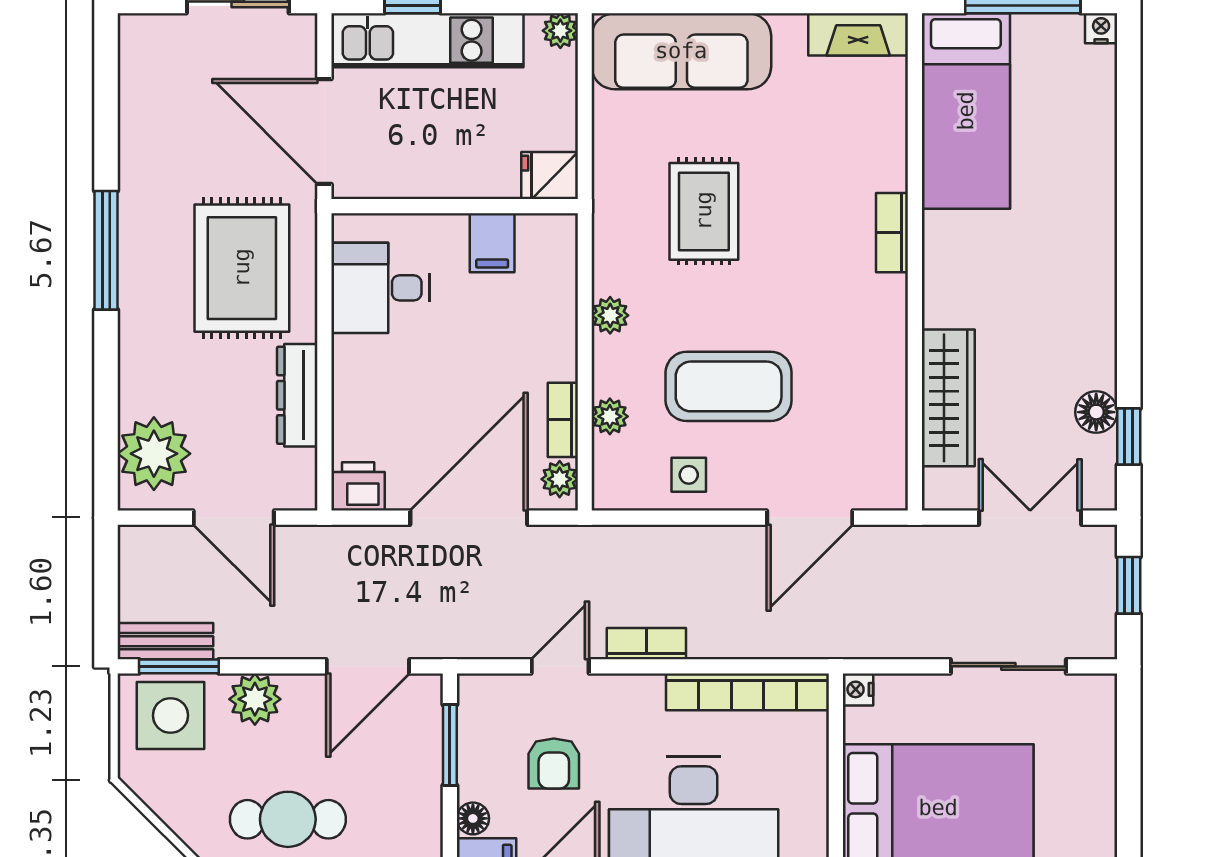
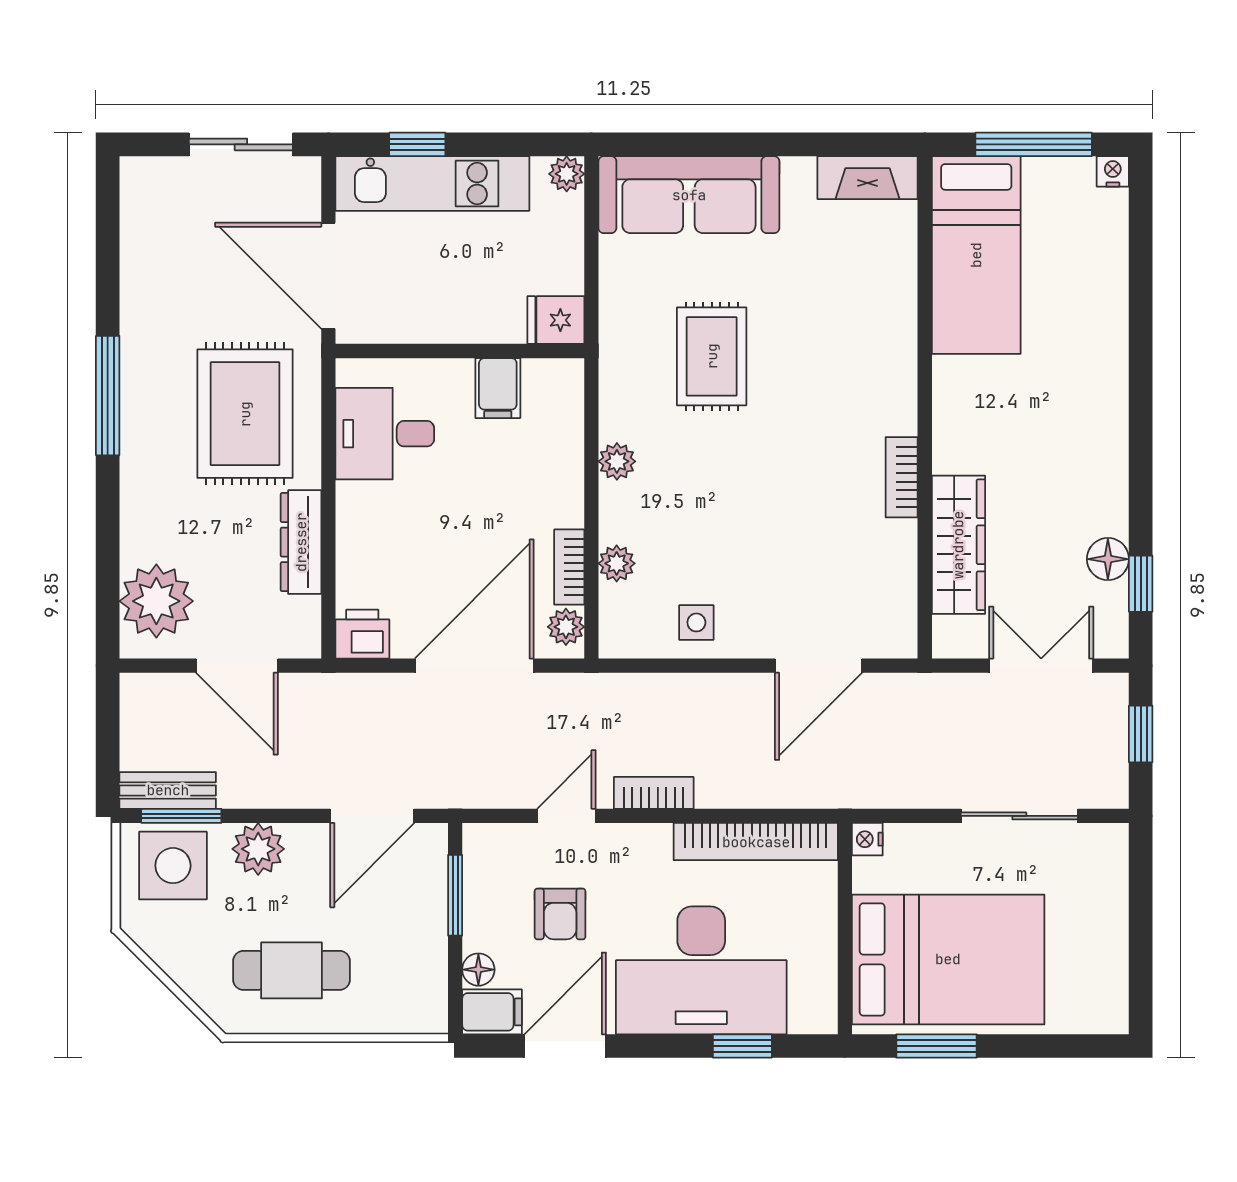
bookcase: (892, 233) -> (902, 477), moved
coffee table: (729, 386) -> (737, 533), removed

